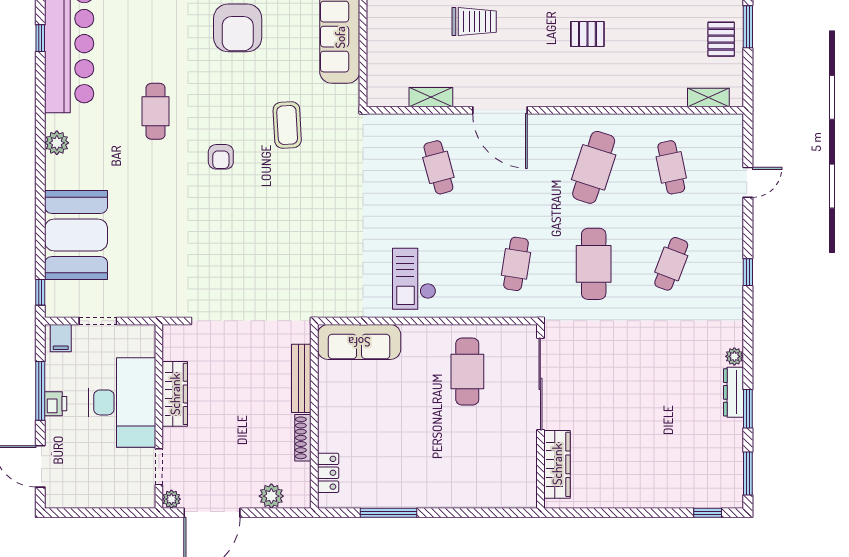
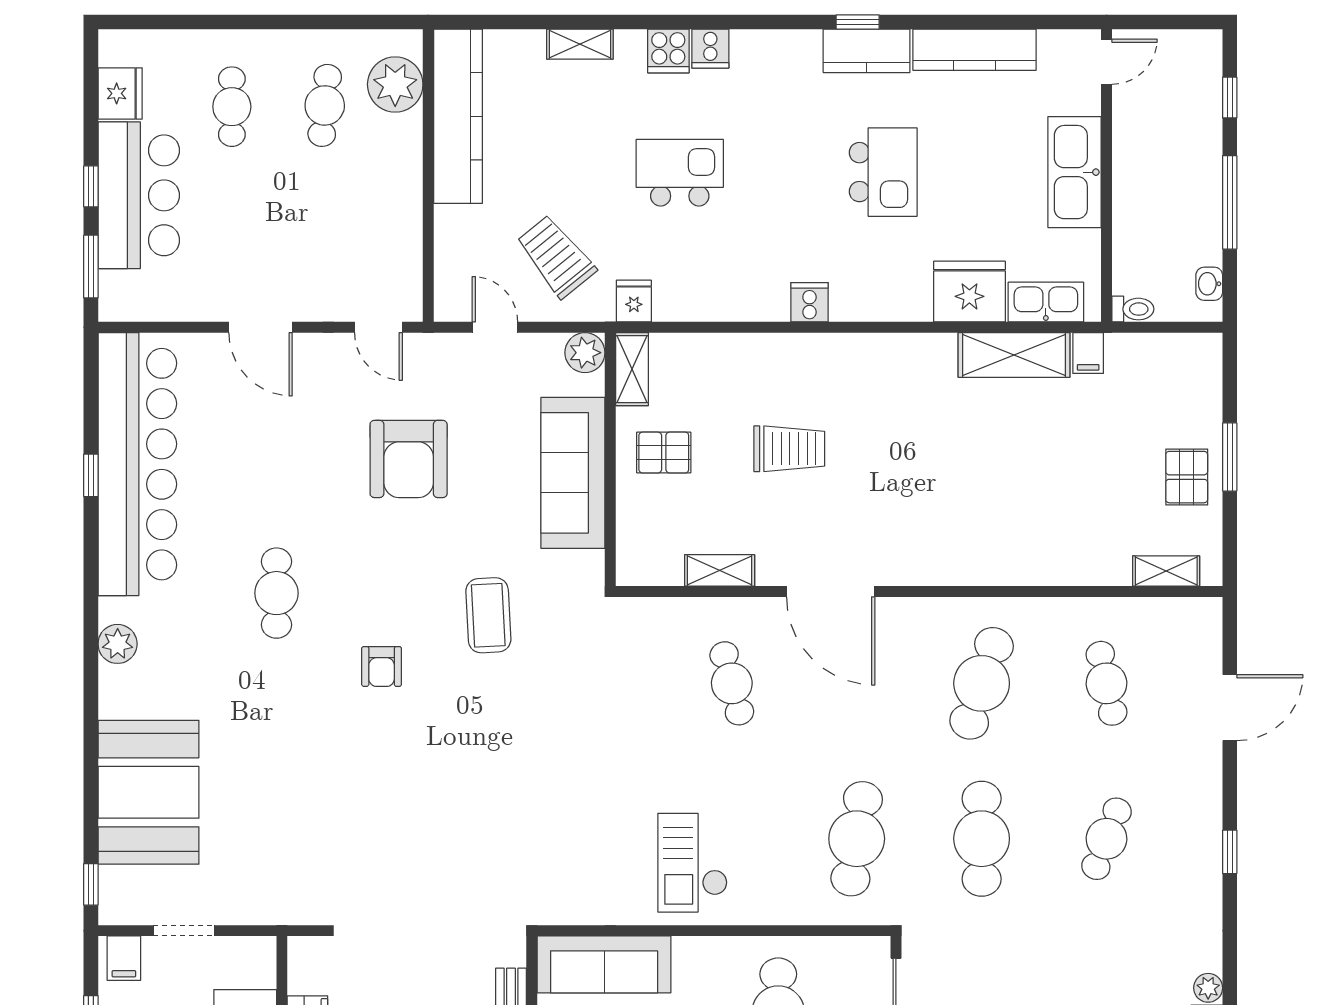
pallet: (587, 34) -> (664, 453), moved
door: (748, 182) -> (1230, 708), width x1.38
cafe table: (516, 264) -> (857, 839), width x1.37, depth x1.35

